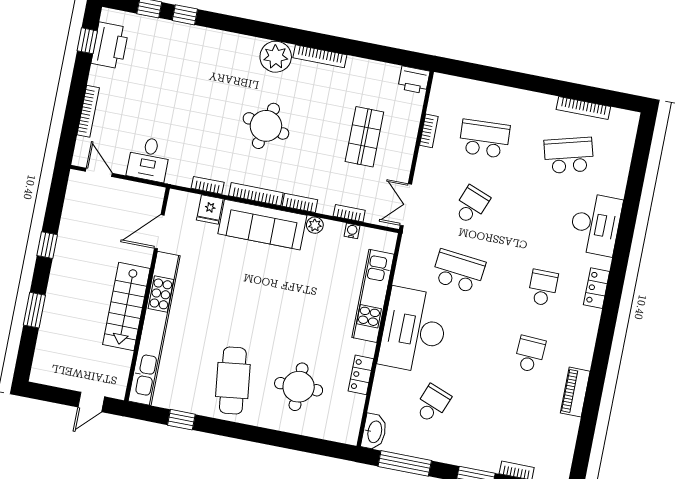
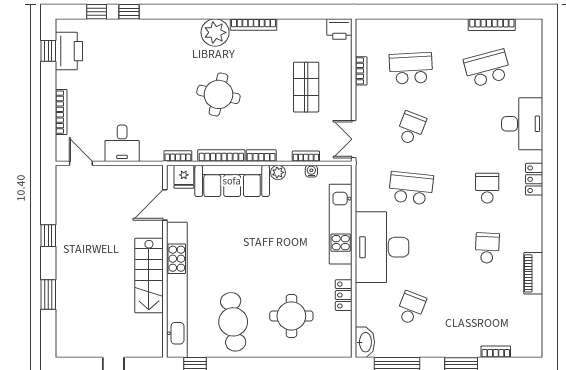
door: (159, 232) -> (165, 205), moved
wall: (147, 294) -> (165, 261), moved
stairs: (126, 306) -> (149, 276), moved
kitchen unit: (154, 328) -> (177, 290), moved

